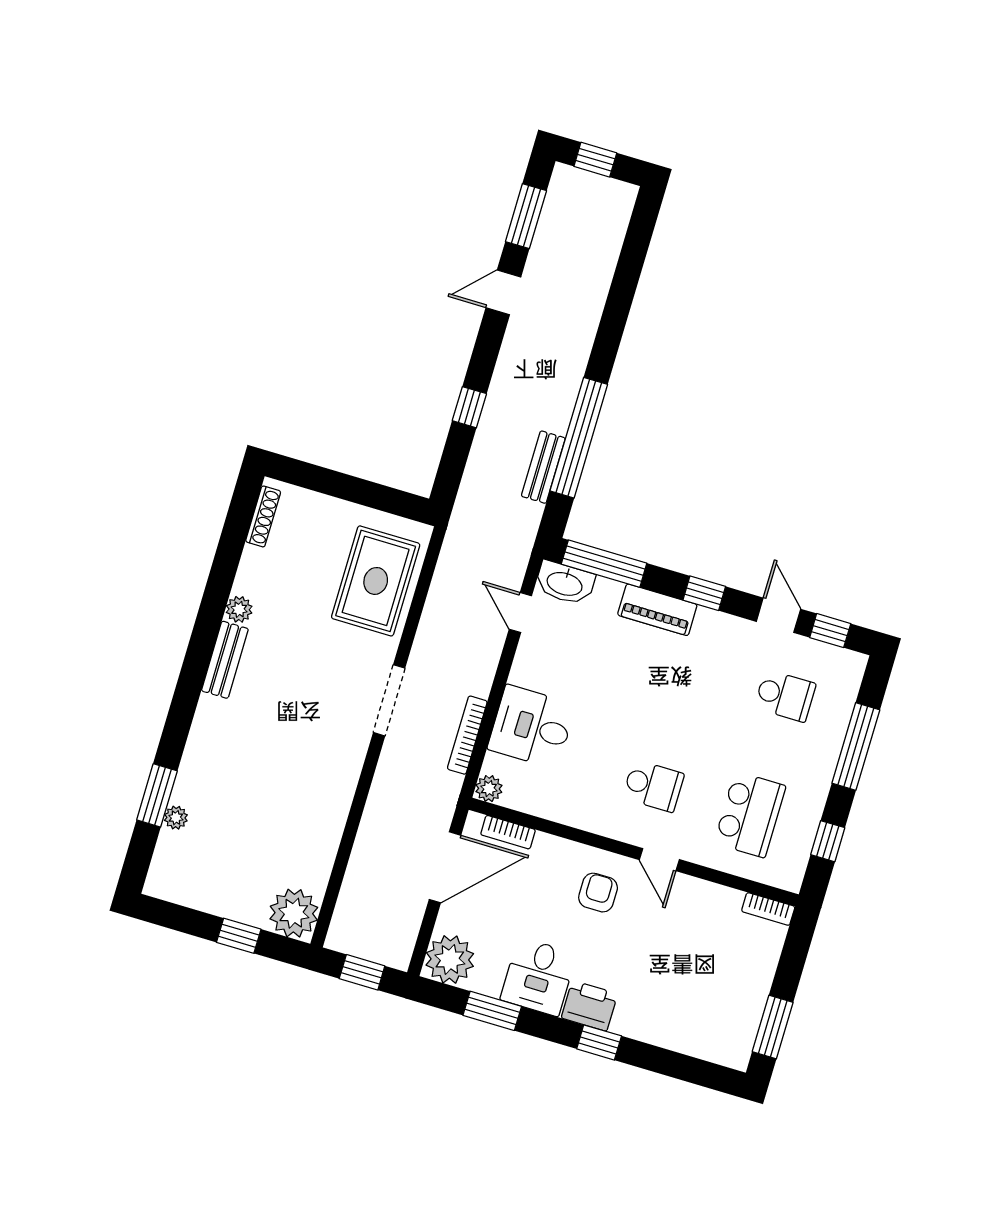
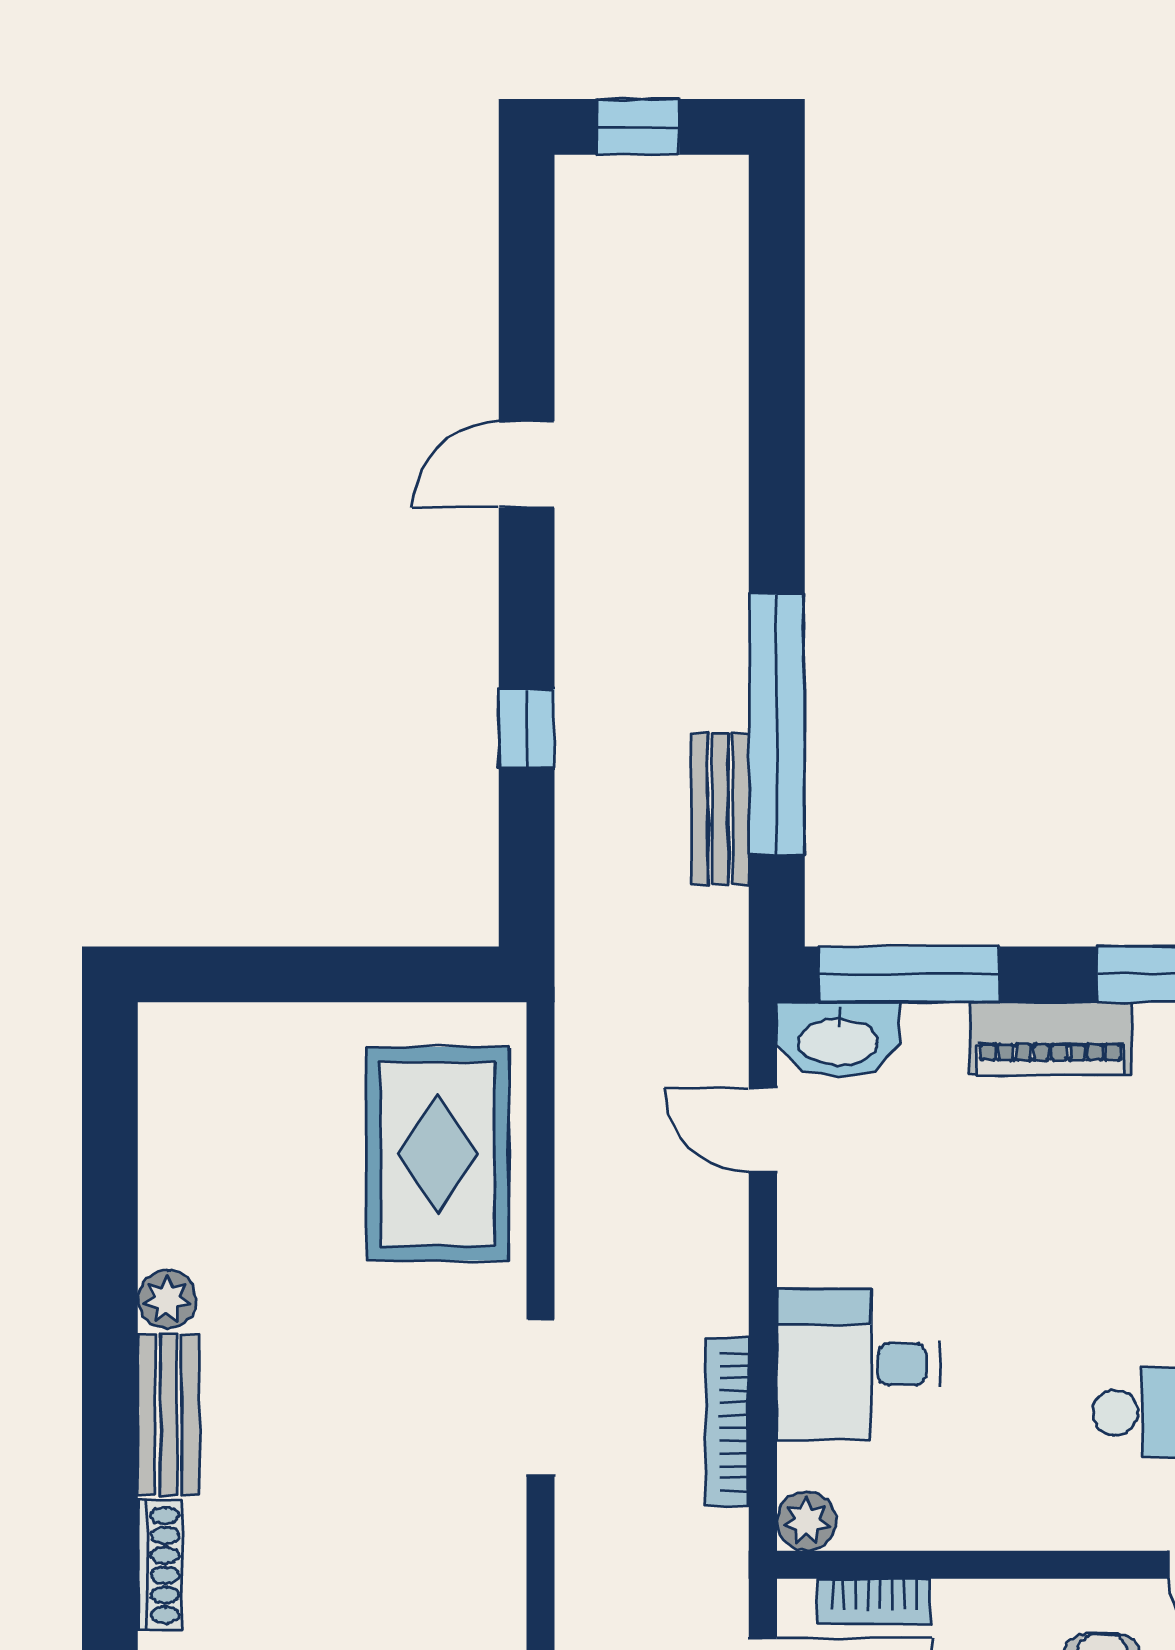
window: (526, 216) -> (527, 289), removed
shoe rack: (263, 516) -> (160, 1565), moved

